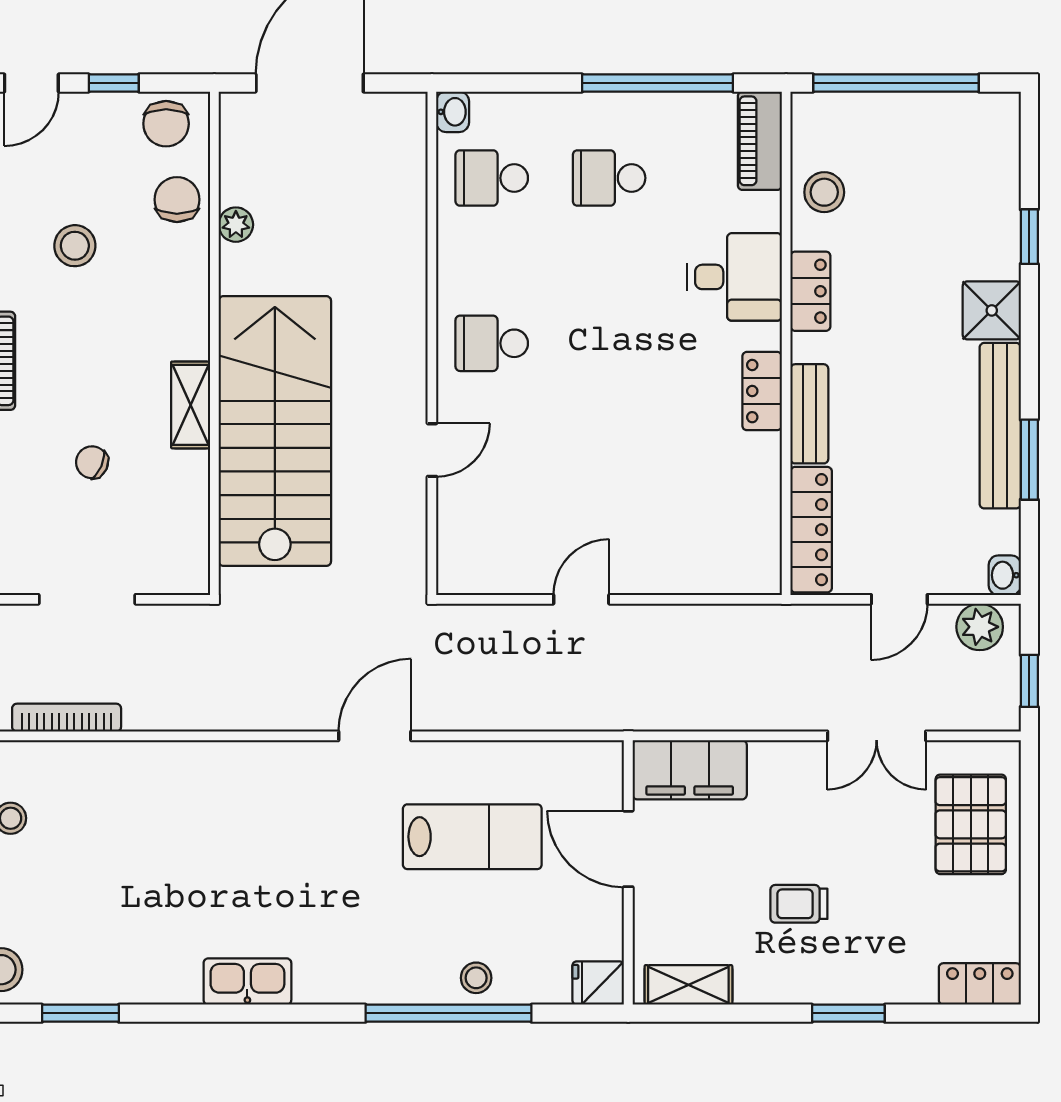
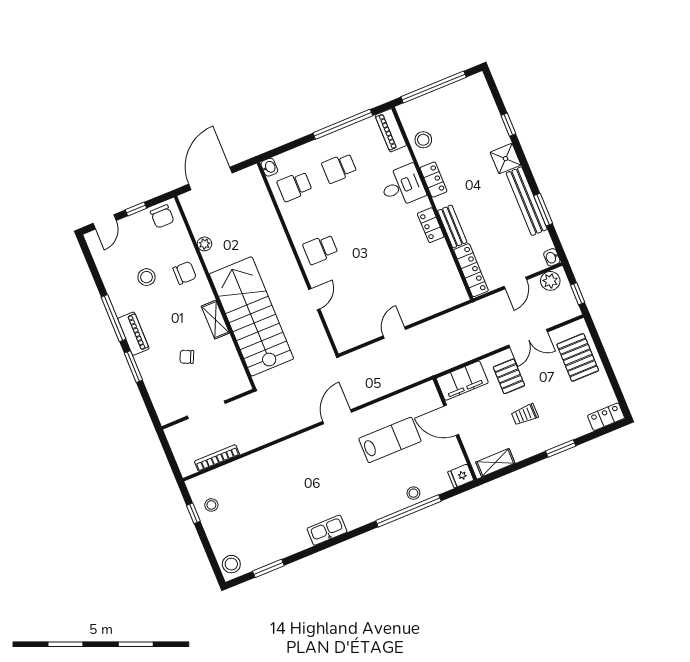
chair: (177, 200) -> (185, 273), moved, turned 90
pallet: (799, 803) -> (509, 376), added

